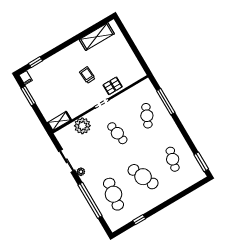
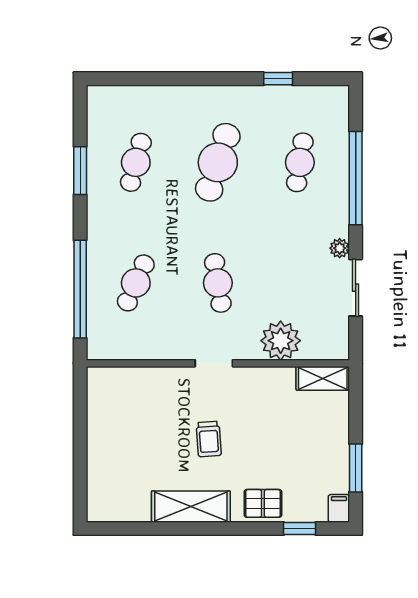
shelving: (97, 37) -> (191, 507), moved
pallet: (113, 86) -> (263, 503), moved
window: (166, 102) -> (80, 289), width x1.46
window: (201, 162) -> (80, 171), moved
cafe table: (143, 177) -> (218, 162), turned 42
cafe table: (113, 194) -> (300, 162), width x0.73, depth x0.74

